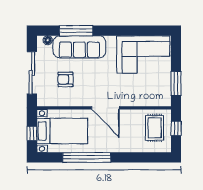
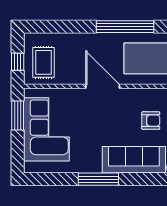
window: (76, 31) -> (98, 179), moved
corner sofa: (143, 55) -> (46, 129), moved, turned 90

